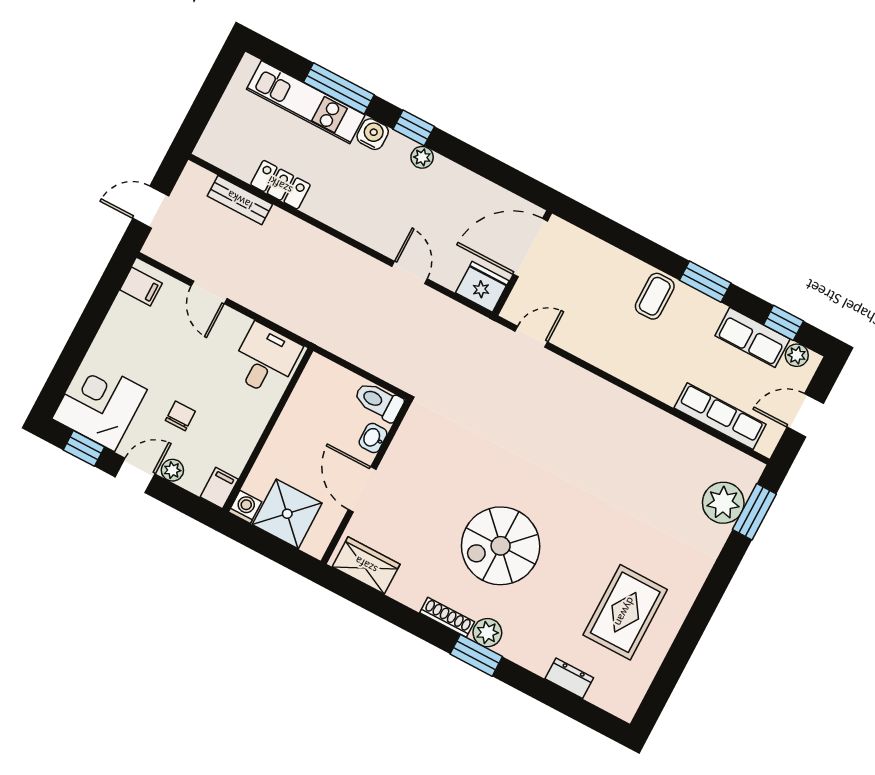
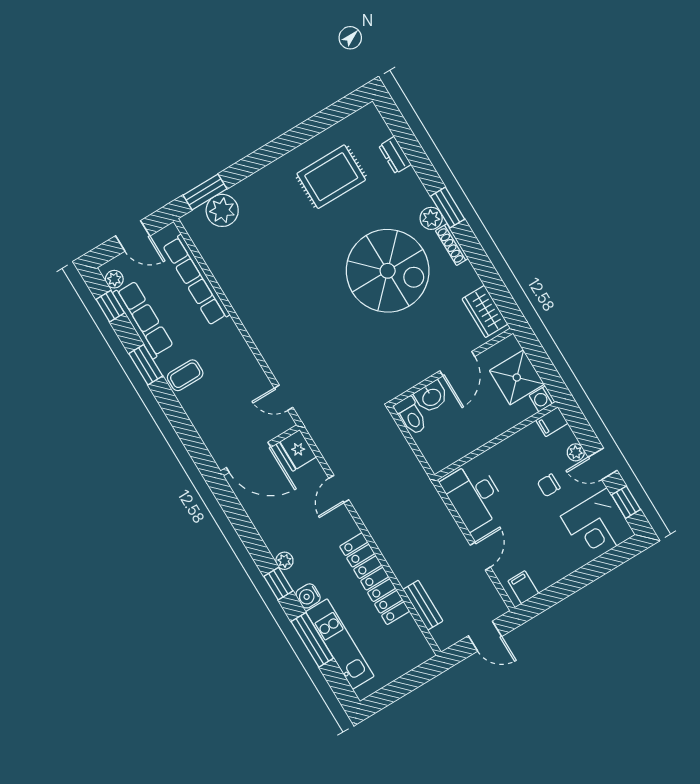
locker: (280, 185) -> (375, 579), width x2.16, depth x1.21
row of seats: (752, 337) -> (143, 320), width x1.48
desk: (265, 360) -> (474, 496), width x1.37
row of seats: (720, 416) -> (196, 280), width x1.36
washbasin: (373, 438) -> (431, 397), width x1.38, depth x1.45
spiral stairs: (501, 546) -> (388, 271), width x1.37, depth x1.37

